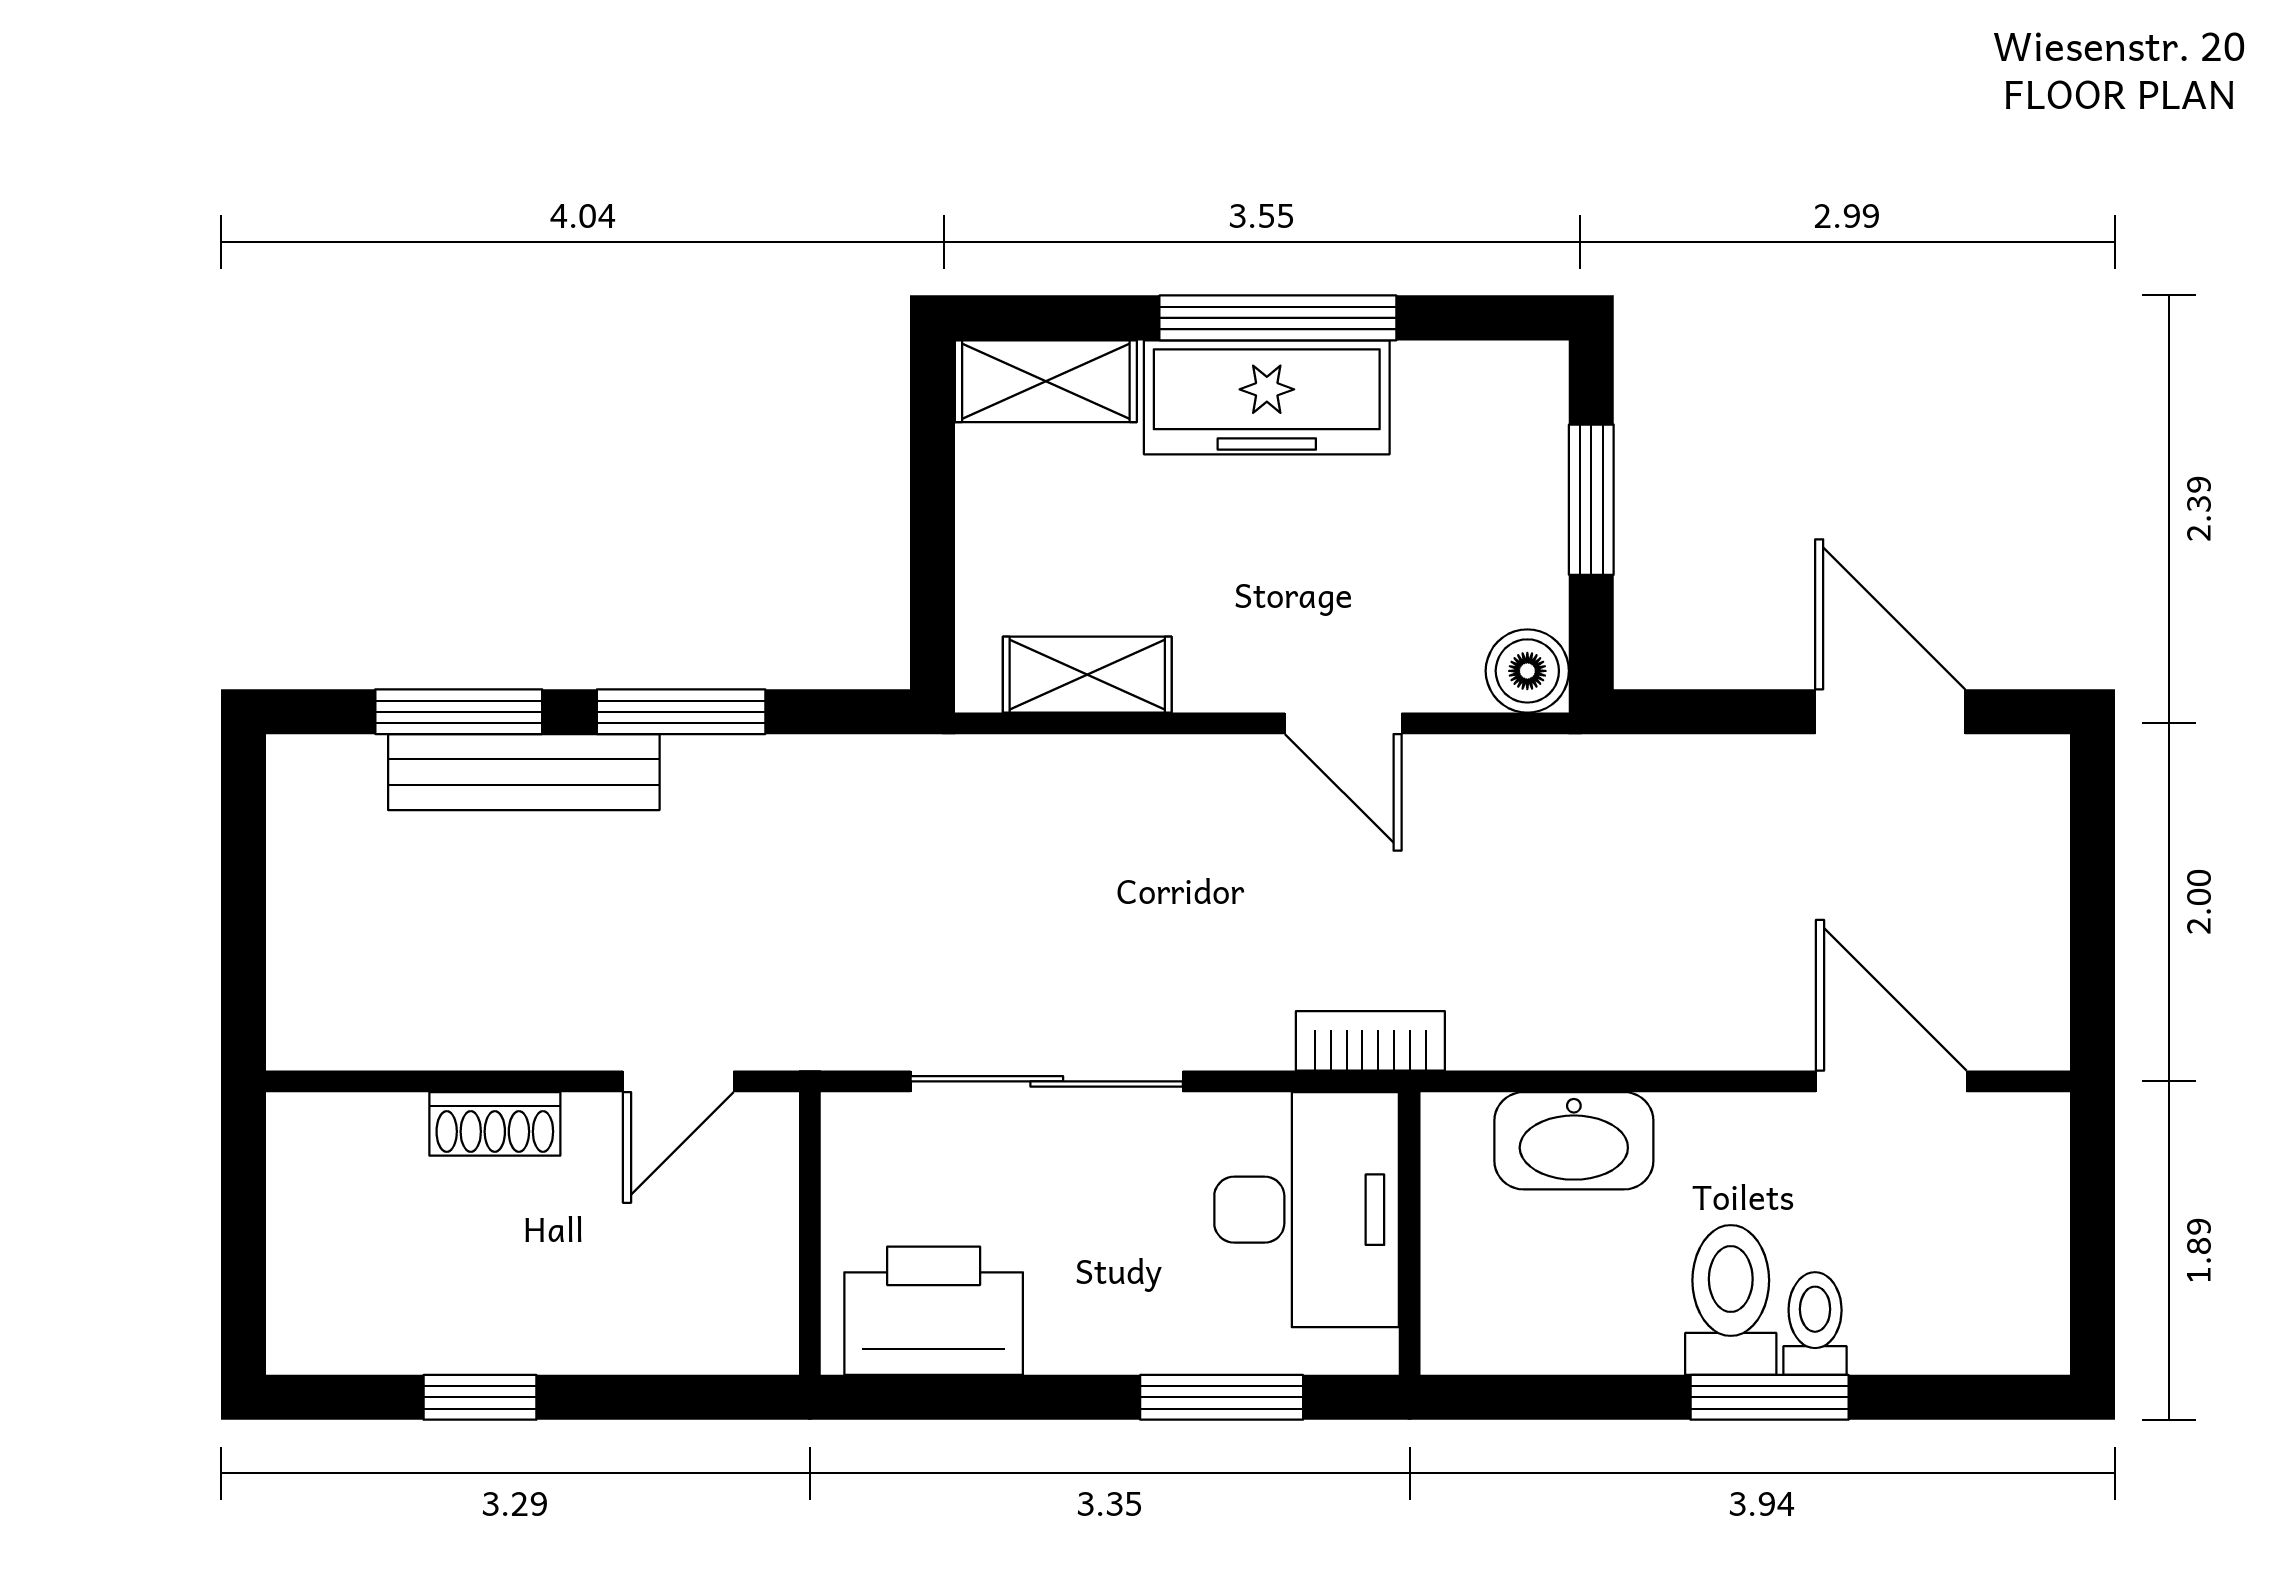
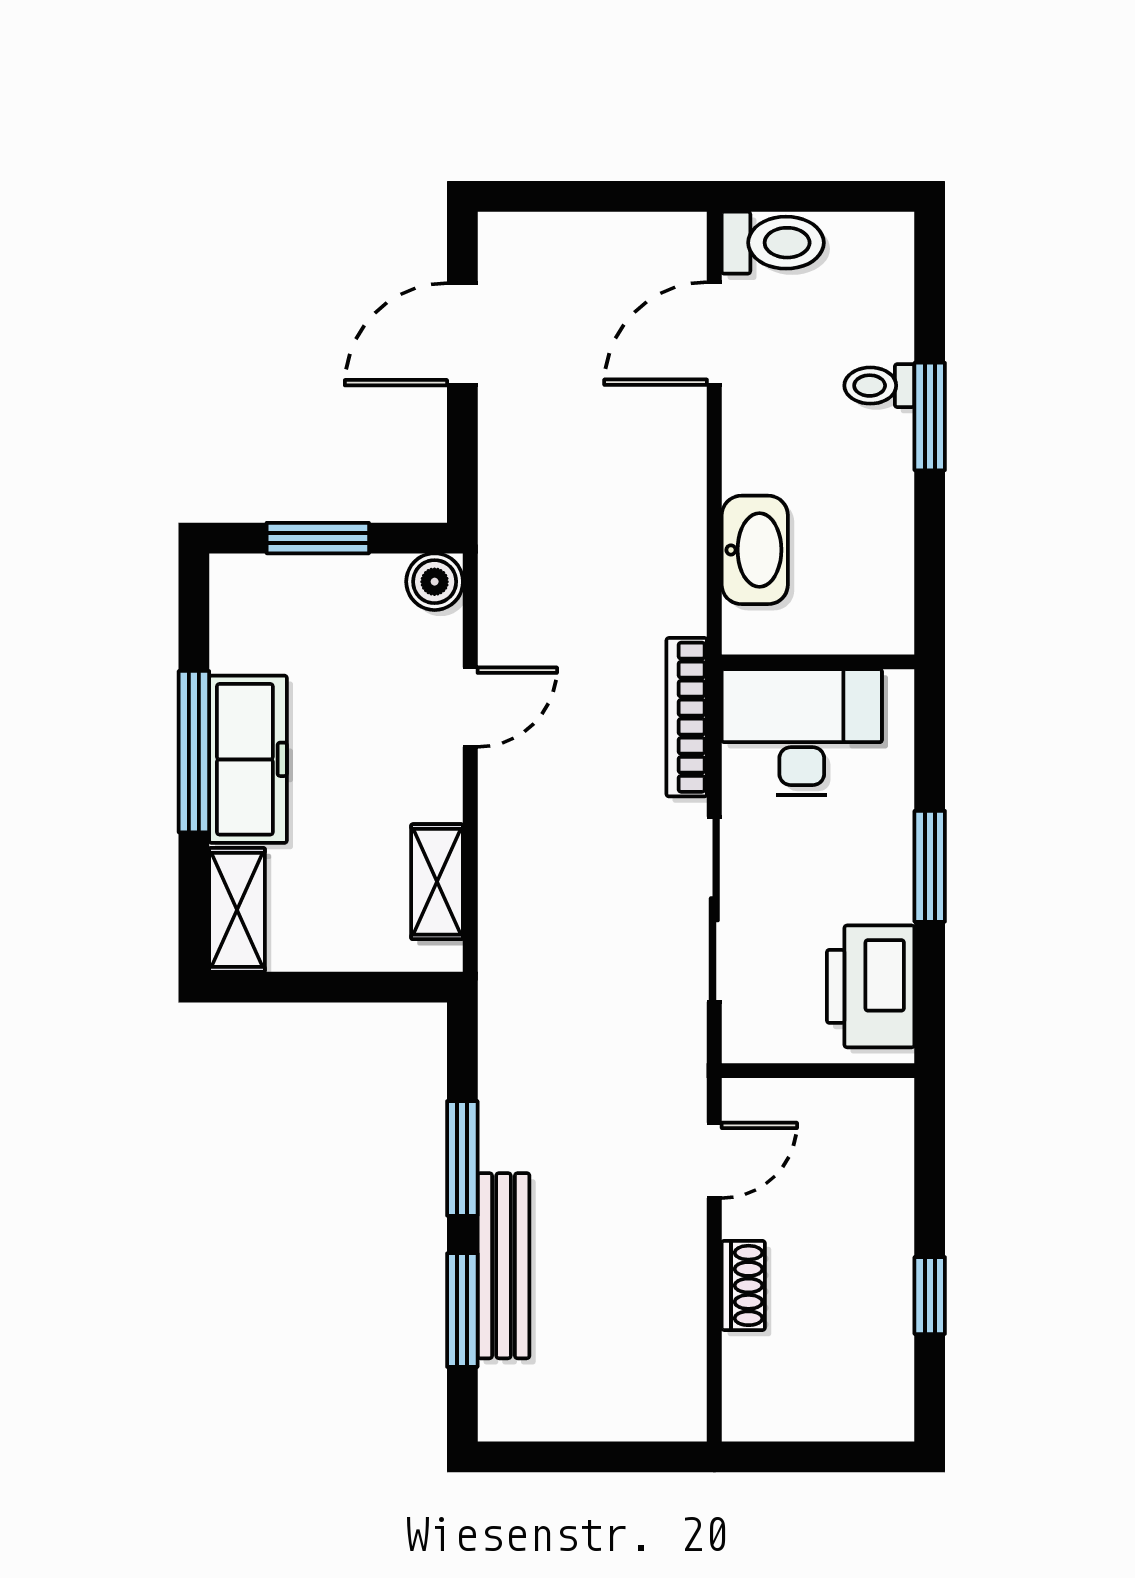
bookcase: (1370, 1041) -> (687, 717), width x1.56
door: (678, 1081) -> (714, 1160), hinge flipped
toilet: (1731, 1300) -> (773, 243), moved, turned 180
window: (1222, 1397) -> (930, 866), moved

